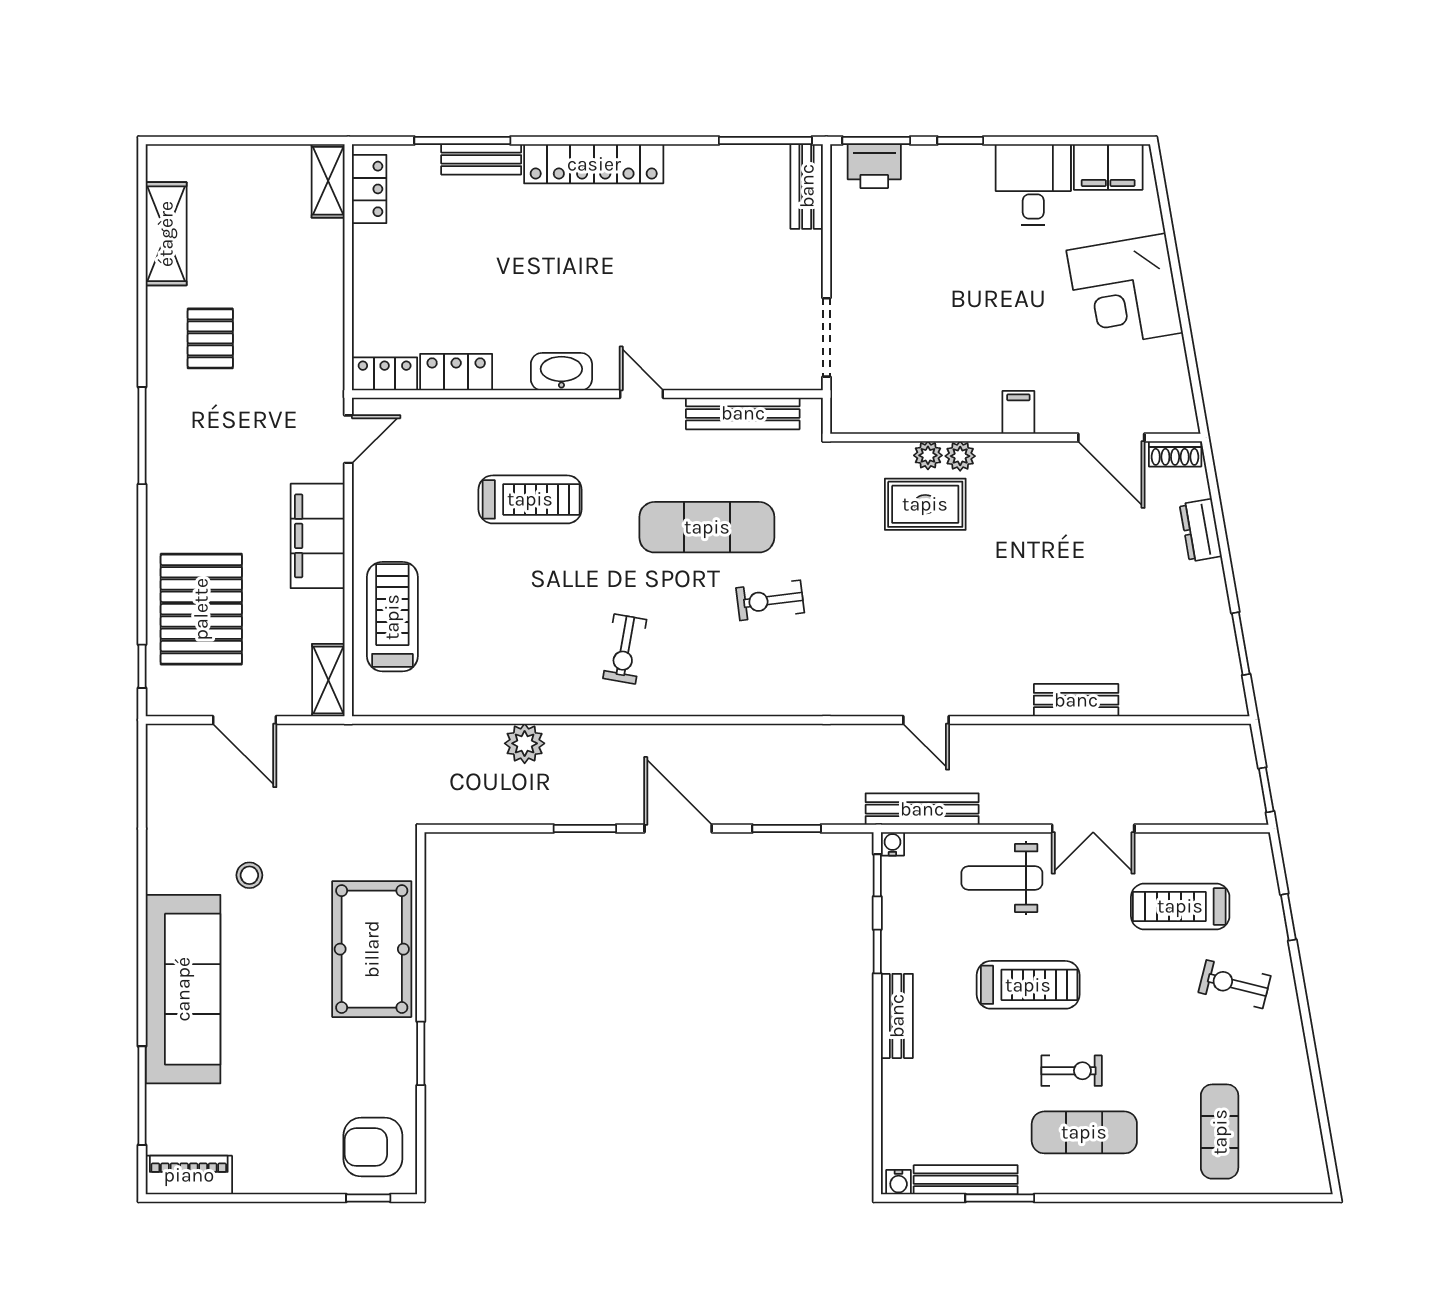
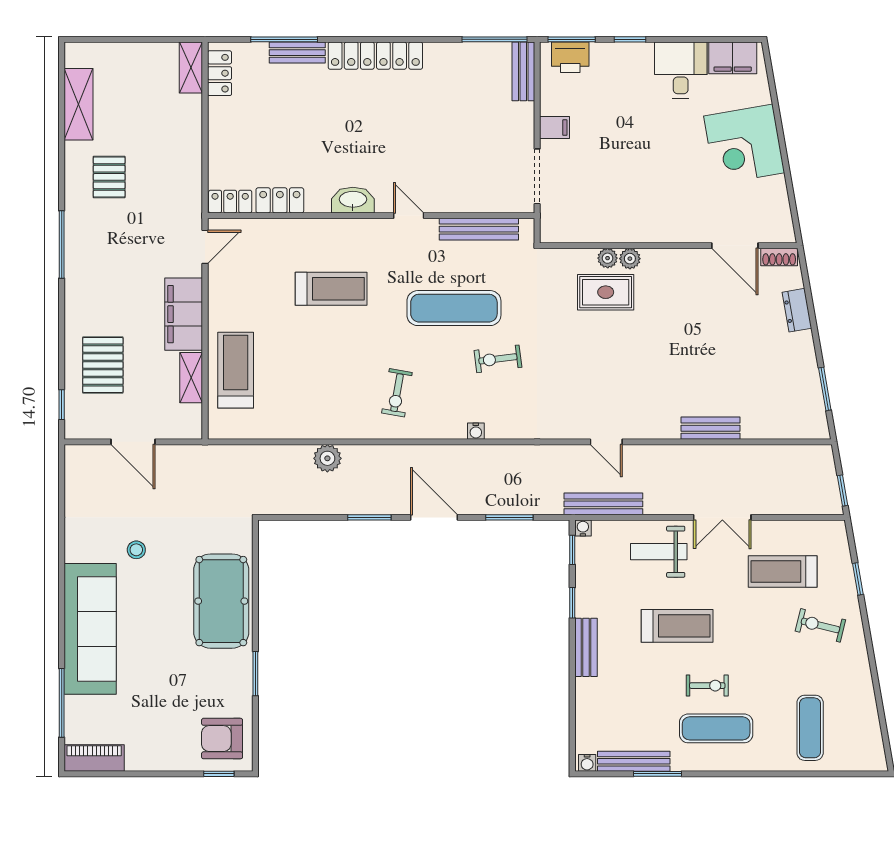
filing cabinet: (1018, 412) -> (554, 128), moved, turned 90
pallet: (201, 609) -> (103, 365), width x0.73, depth x0.71
shelving: (328, 680) -> (191, 378), moved
water cooler: (738, 704) -> (476, 431), added

